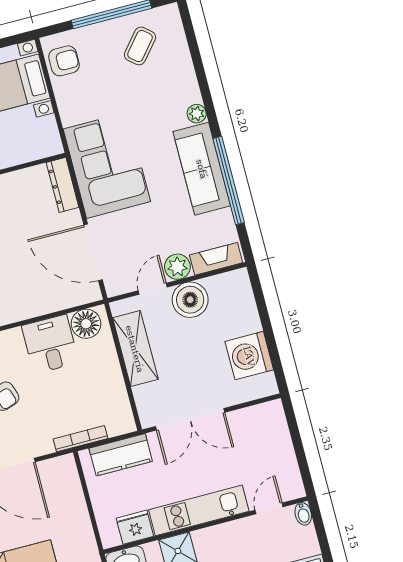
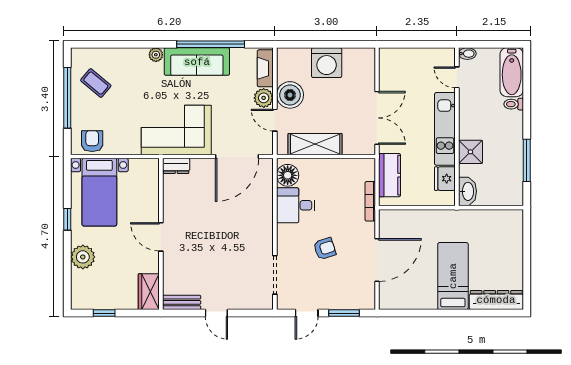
dresser: (63, 185) -> (176, 166), width x0.70
washing machine: (249, 356) -> (327, 63), moved

